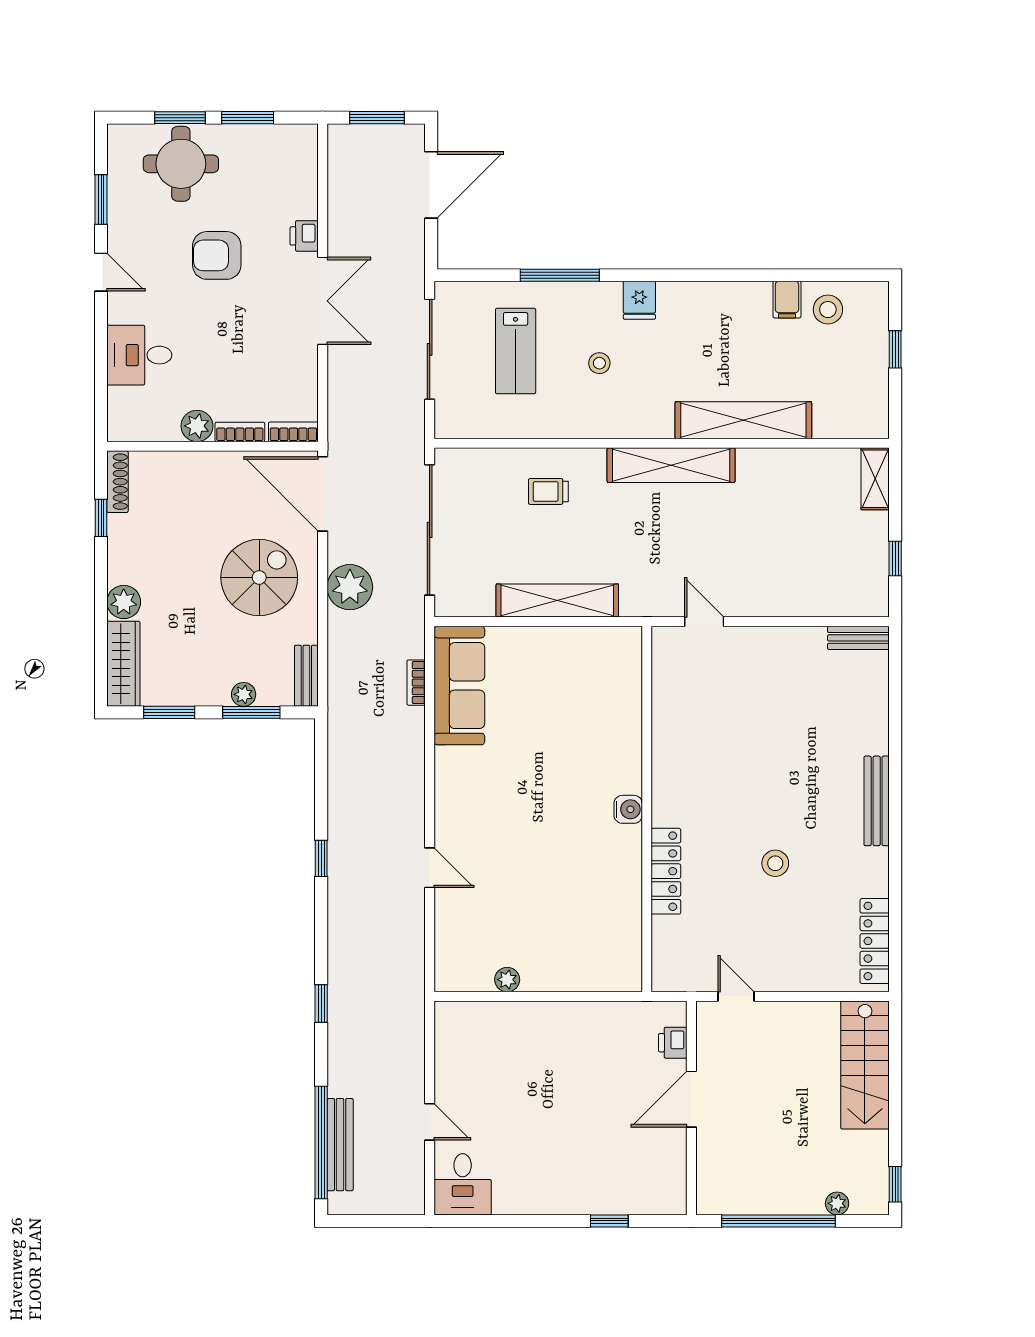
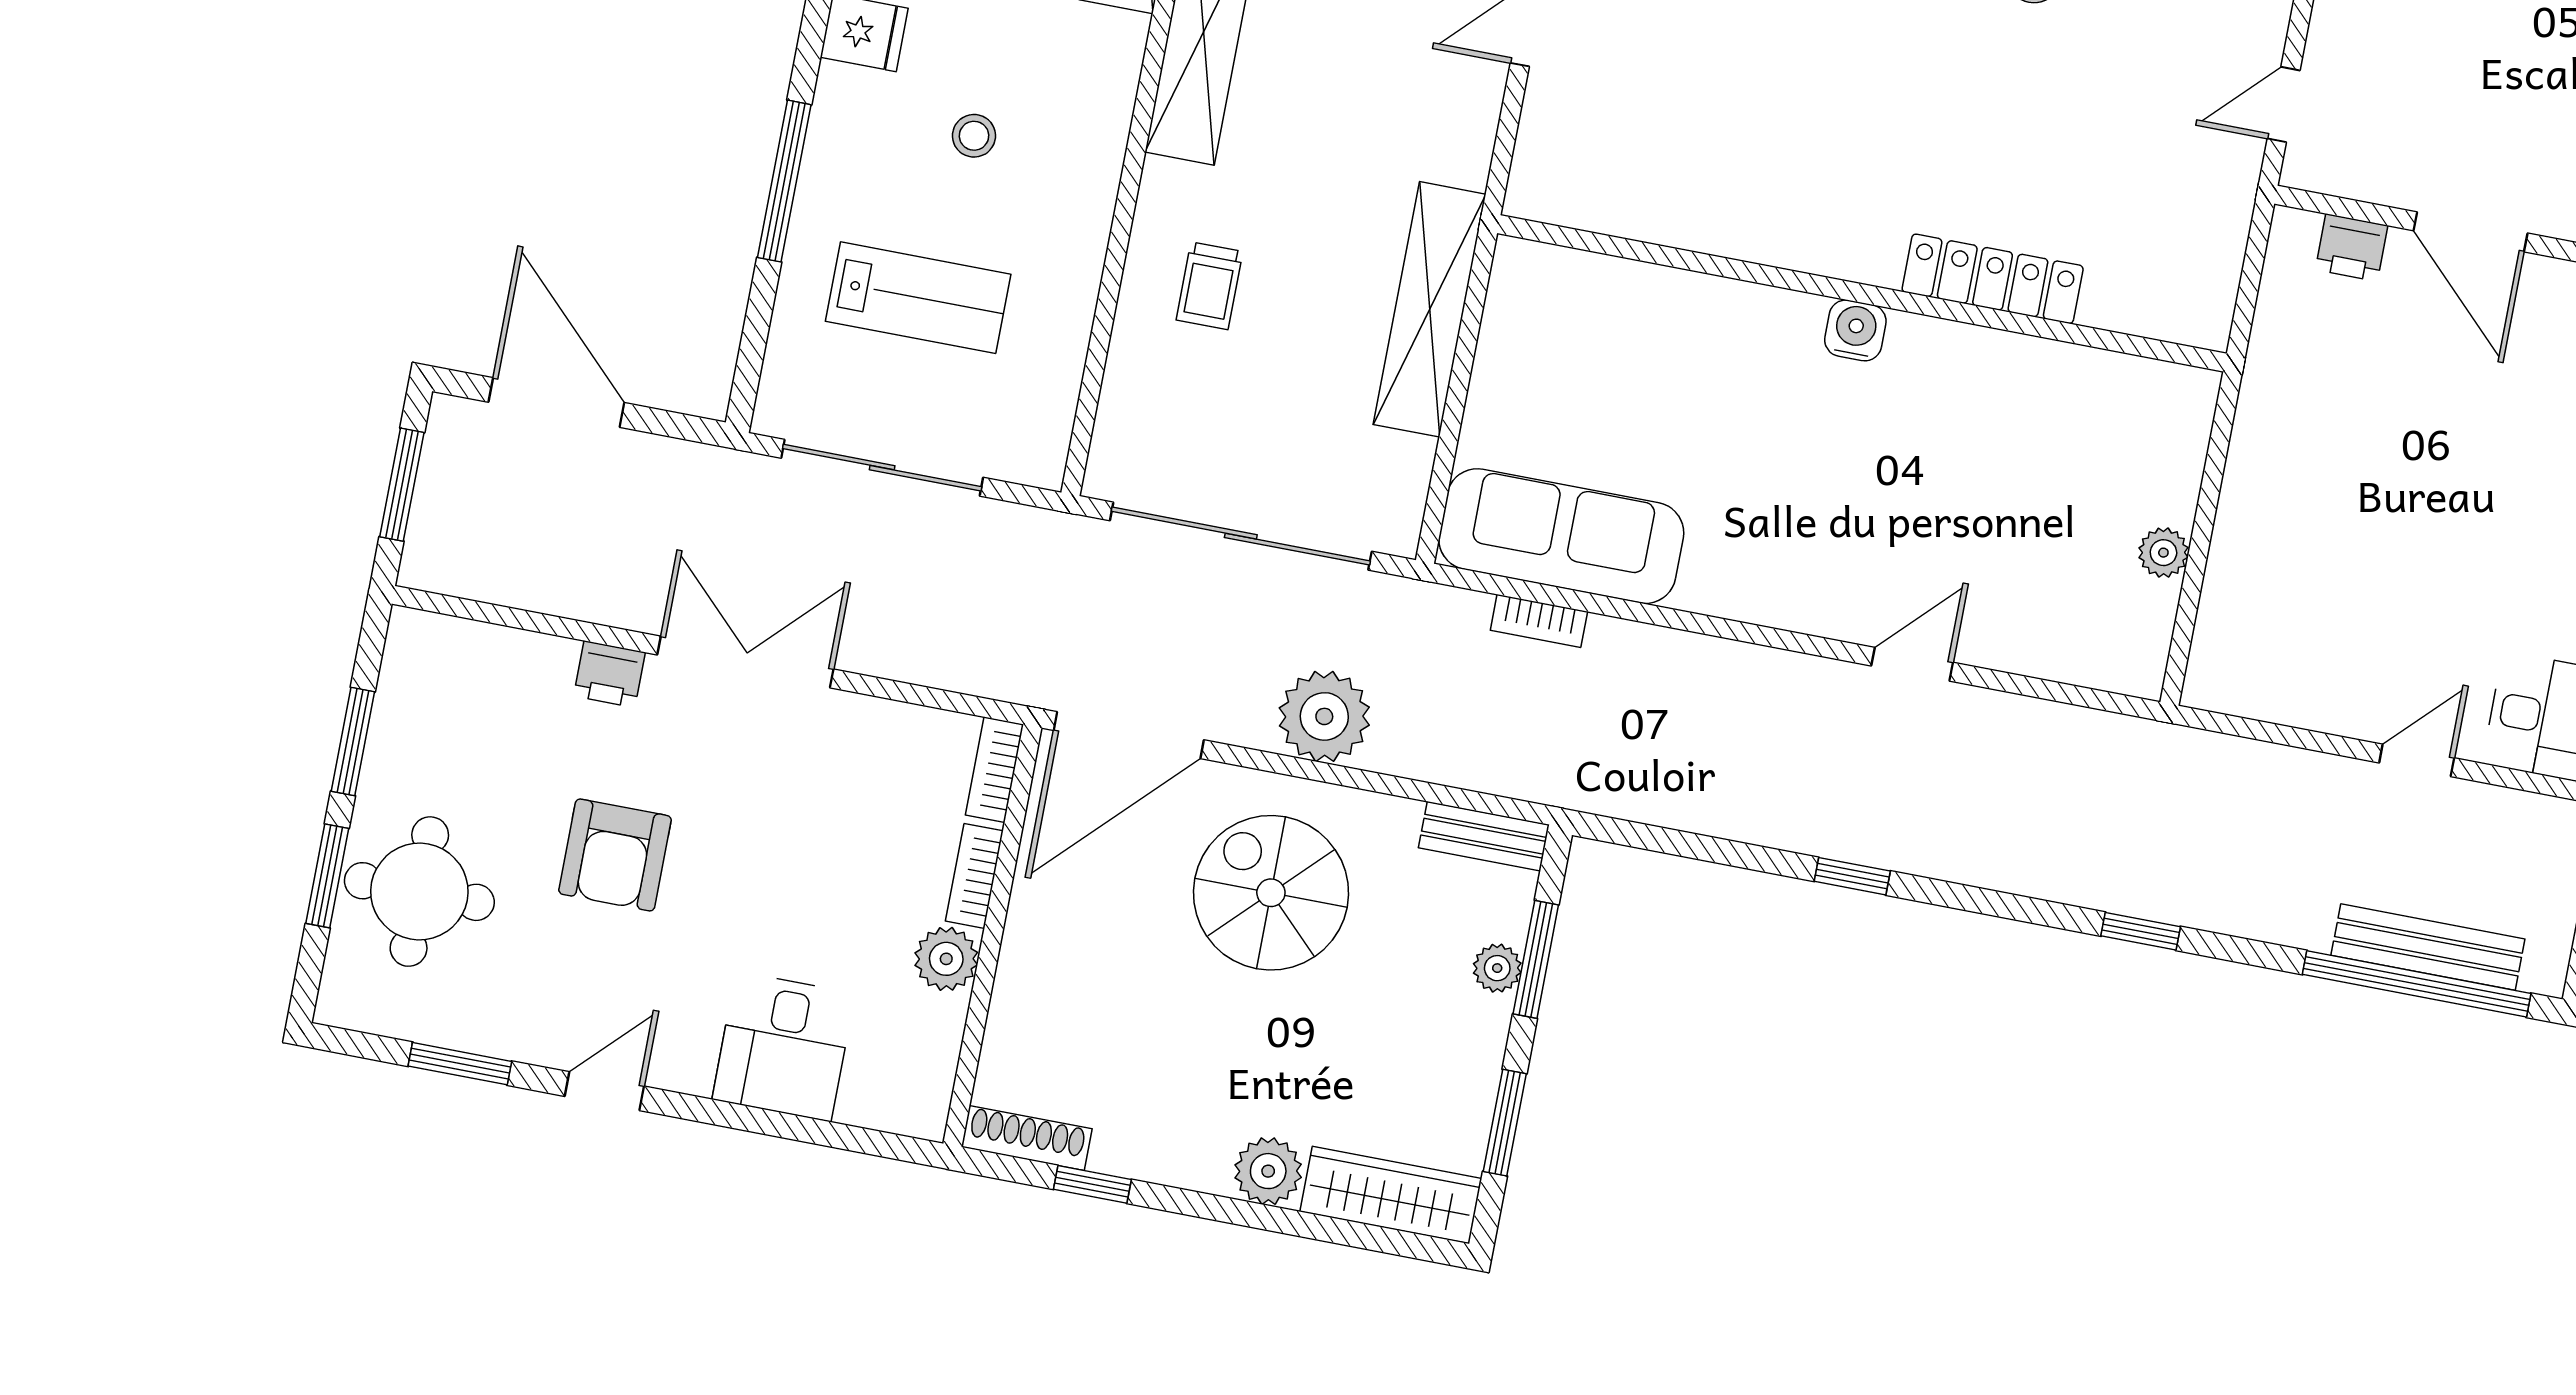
water cooler: (628, 809) -> (1855, 330), moved
wall: (647, 809) -> (1862, 293), moved
locker: (666, 871) -> (1993, 279), moved

